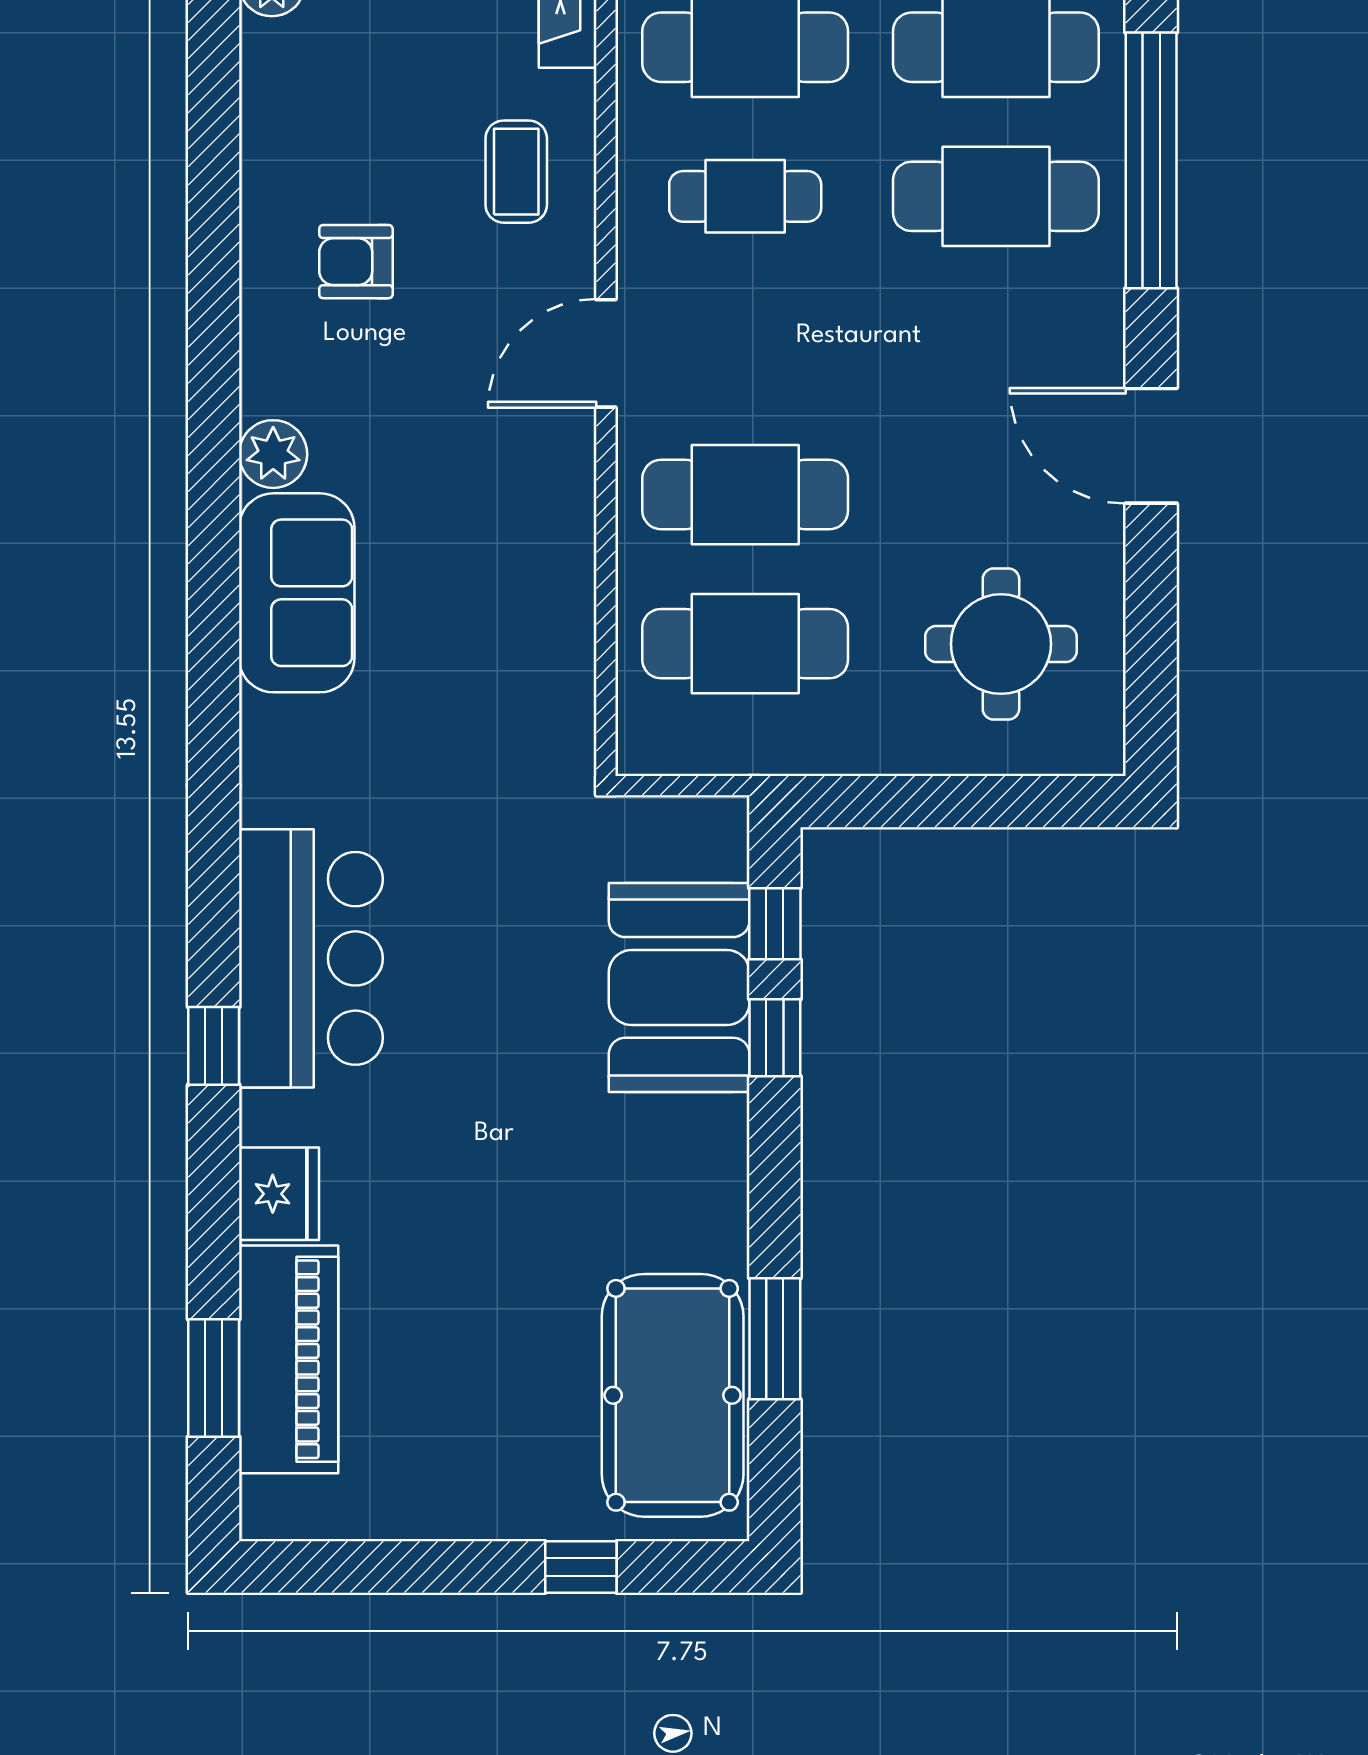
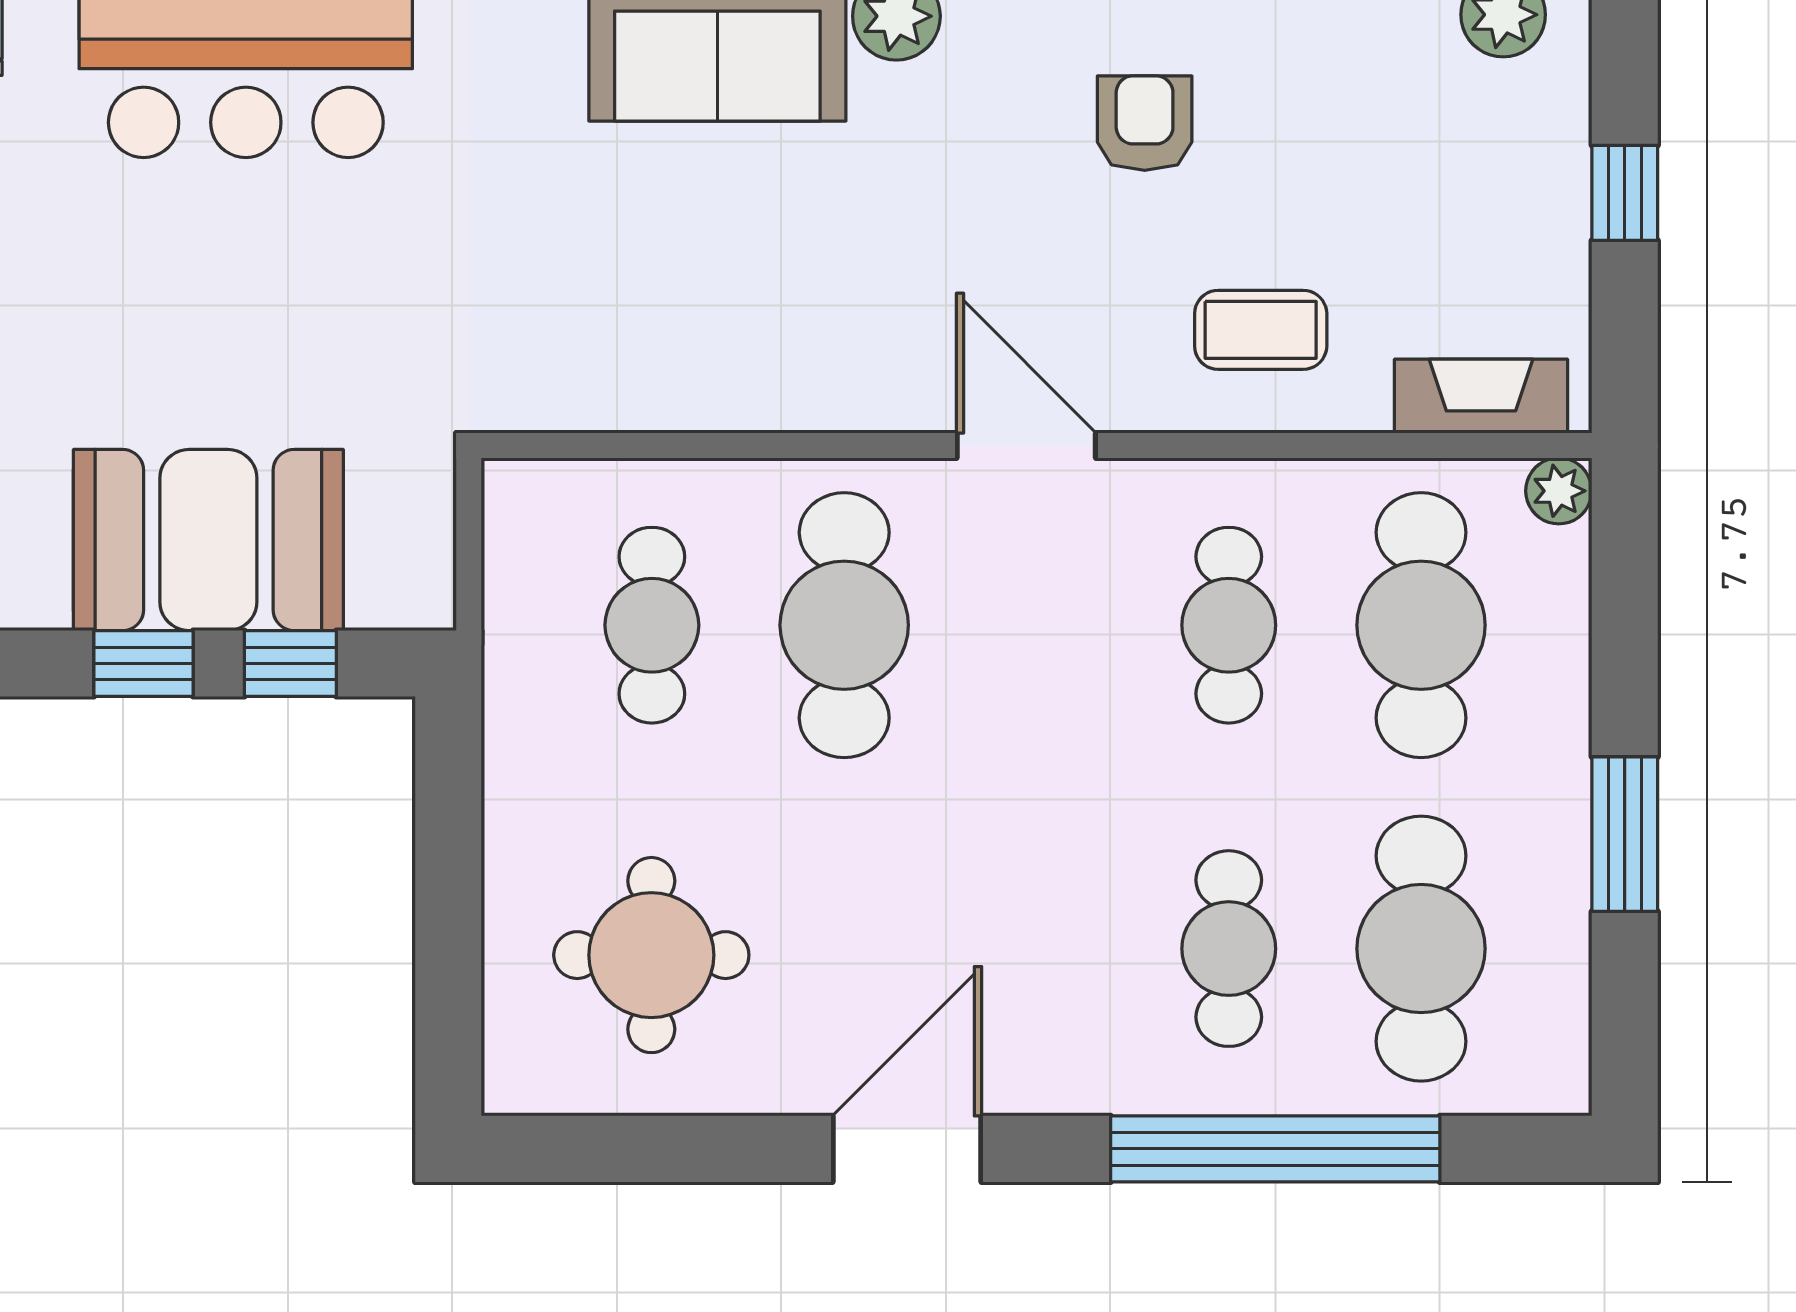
cafe table: (996, 196) -> (1229, 949), width x0.73, depth x0.74
cafe table: (745, 644) -> (652, 625), width x0.73, depth x0.74

